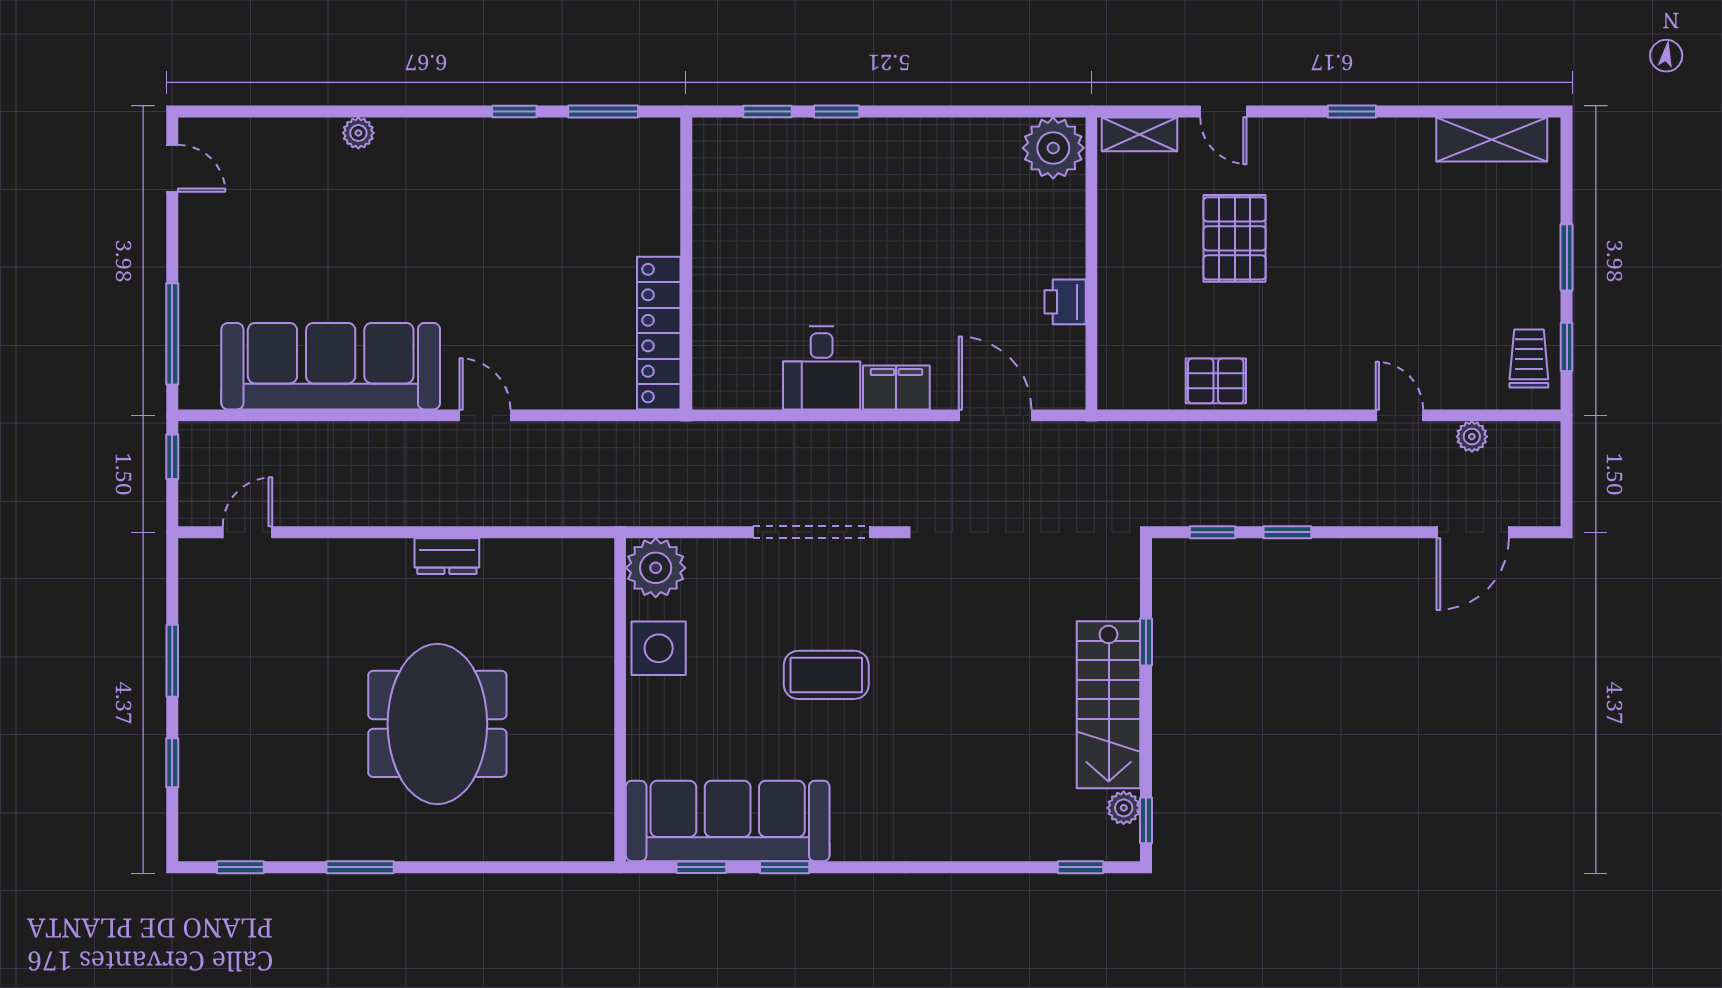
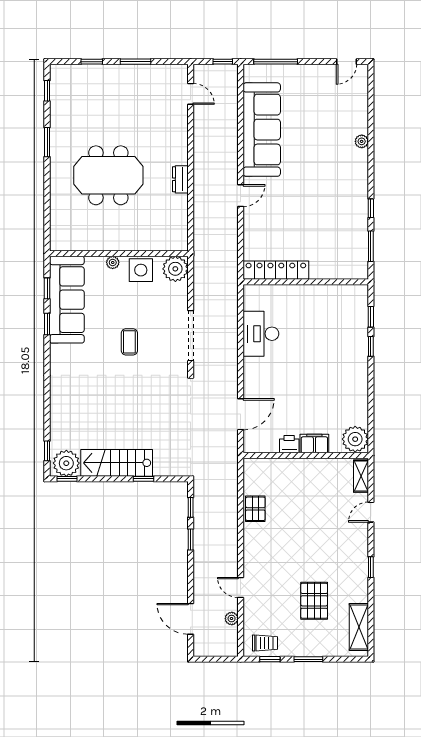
pallet: (1235, 238) -> (314, 601), moved, turned 90
desk: (822, 368) -> (261, 334), width x1.37
filing cabinet: (896, 387) -> (314, 444), moved, turned -90
door: (1399, 415) -> (241, 588), swing flipped
coffee table: (826, 675) -> (129, 342), width x0.73, depth x0.77
plant: (641, 714) -> (113, 263), added
plant: (1124, 808) -> (66, 463), width x1.88, depth x1.88

